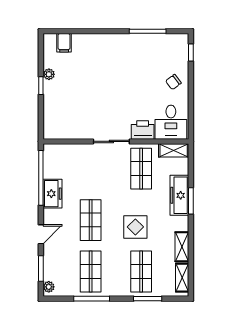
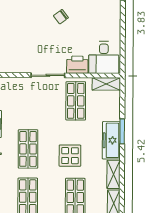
chair: (173, 82) -> (61, 17), moved
freezer: (179, 195) -> (111, 140), moved

